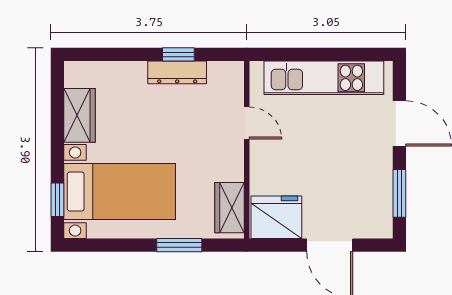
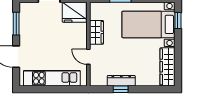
wardrobe: (80, 115) -> (167, 67), width x1.50
wardrobe: (229, 208) -> (97, 32), moved

